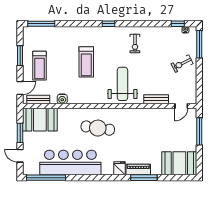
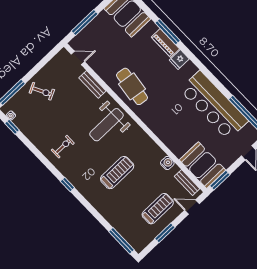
cafe table: (98, 128) -> (132, 86), moved
window: (20, 133) -> (220, 180), moved

